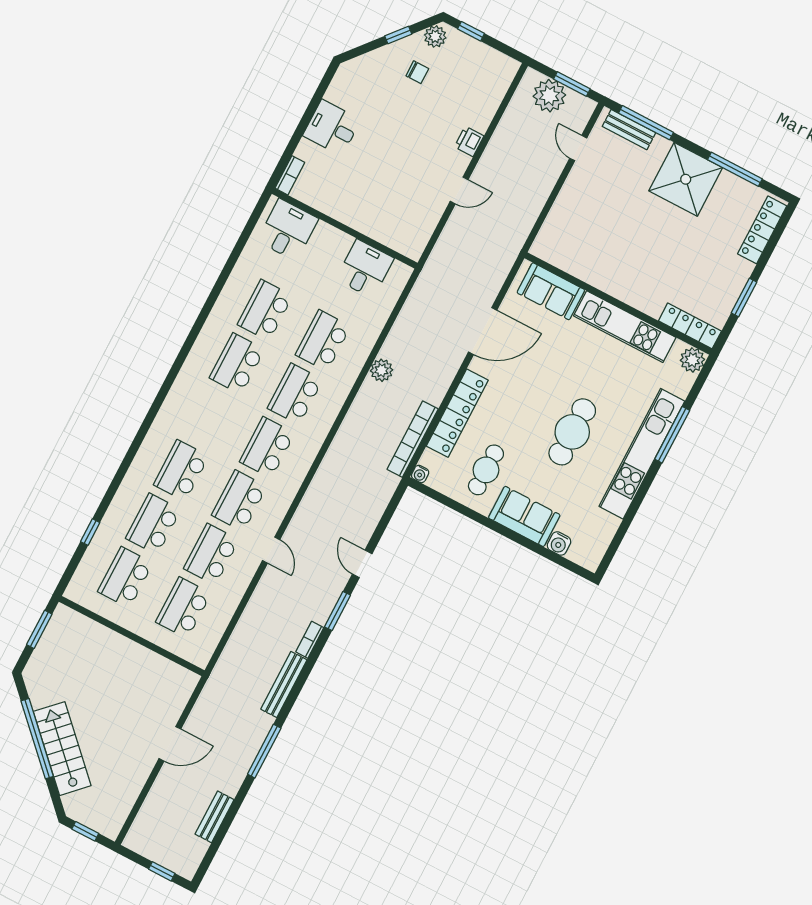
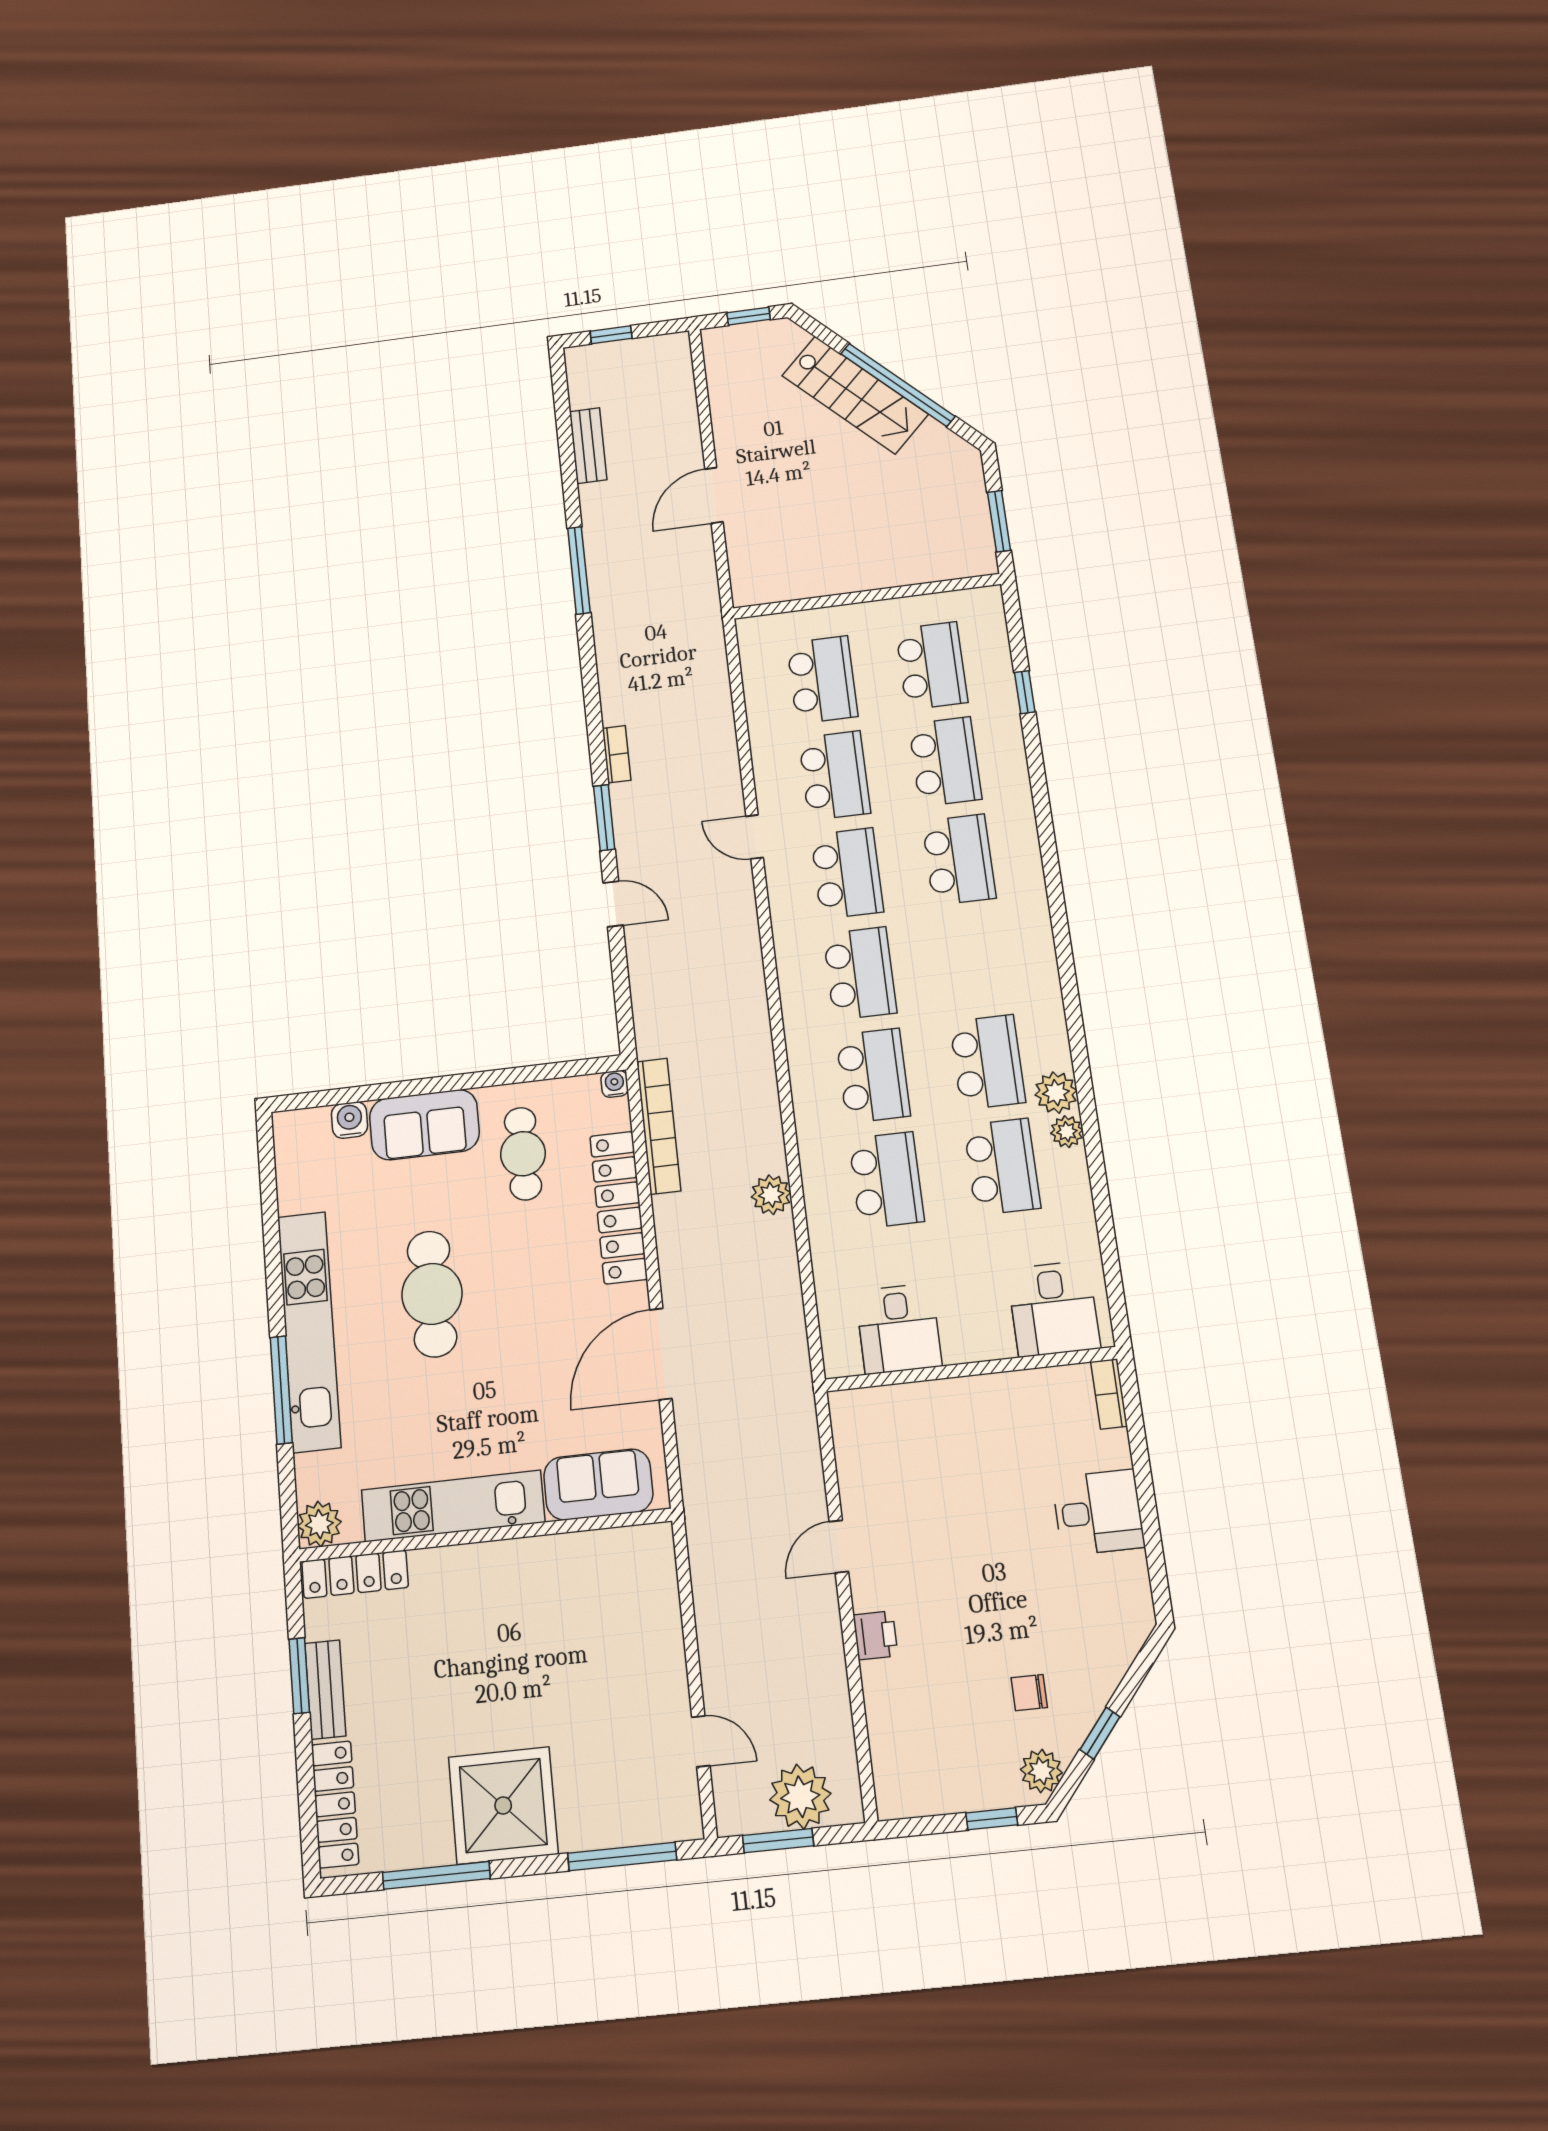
bench: (629, 130) -> (325, 1690), moved, turned 90
plant: (224, 306) -> (1067, 1132), added
plant: (216, 327) -> (1056, 1093), added
bench: (284, 685) -> (612, 672), removed

